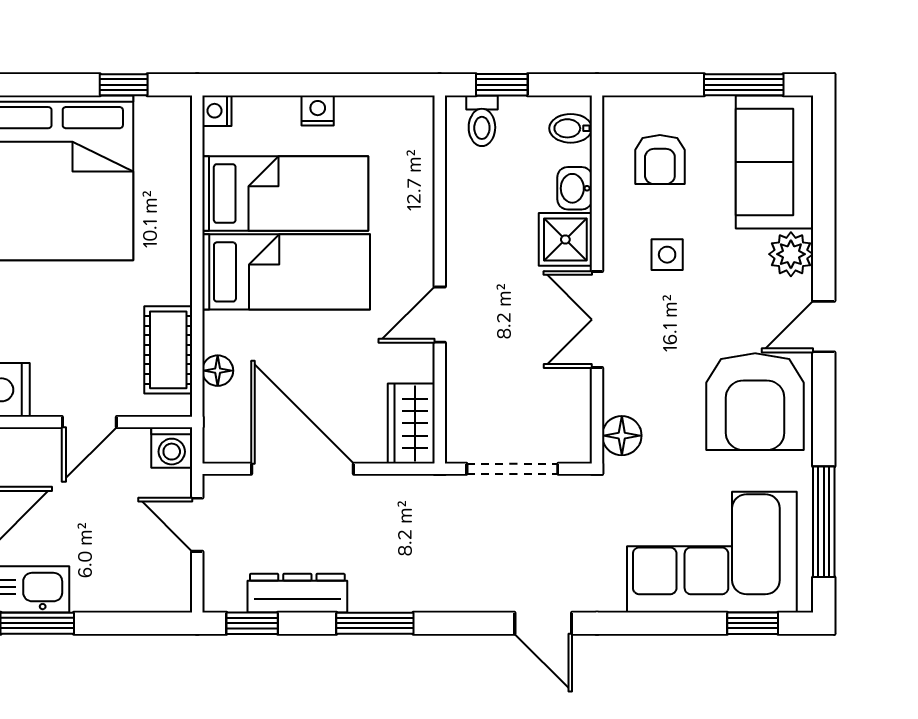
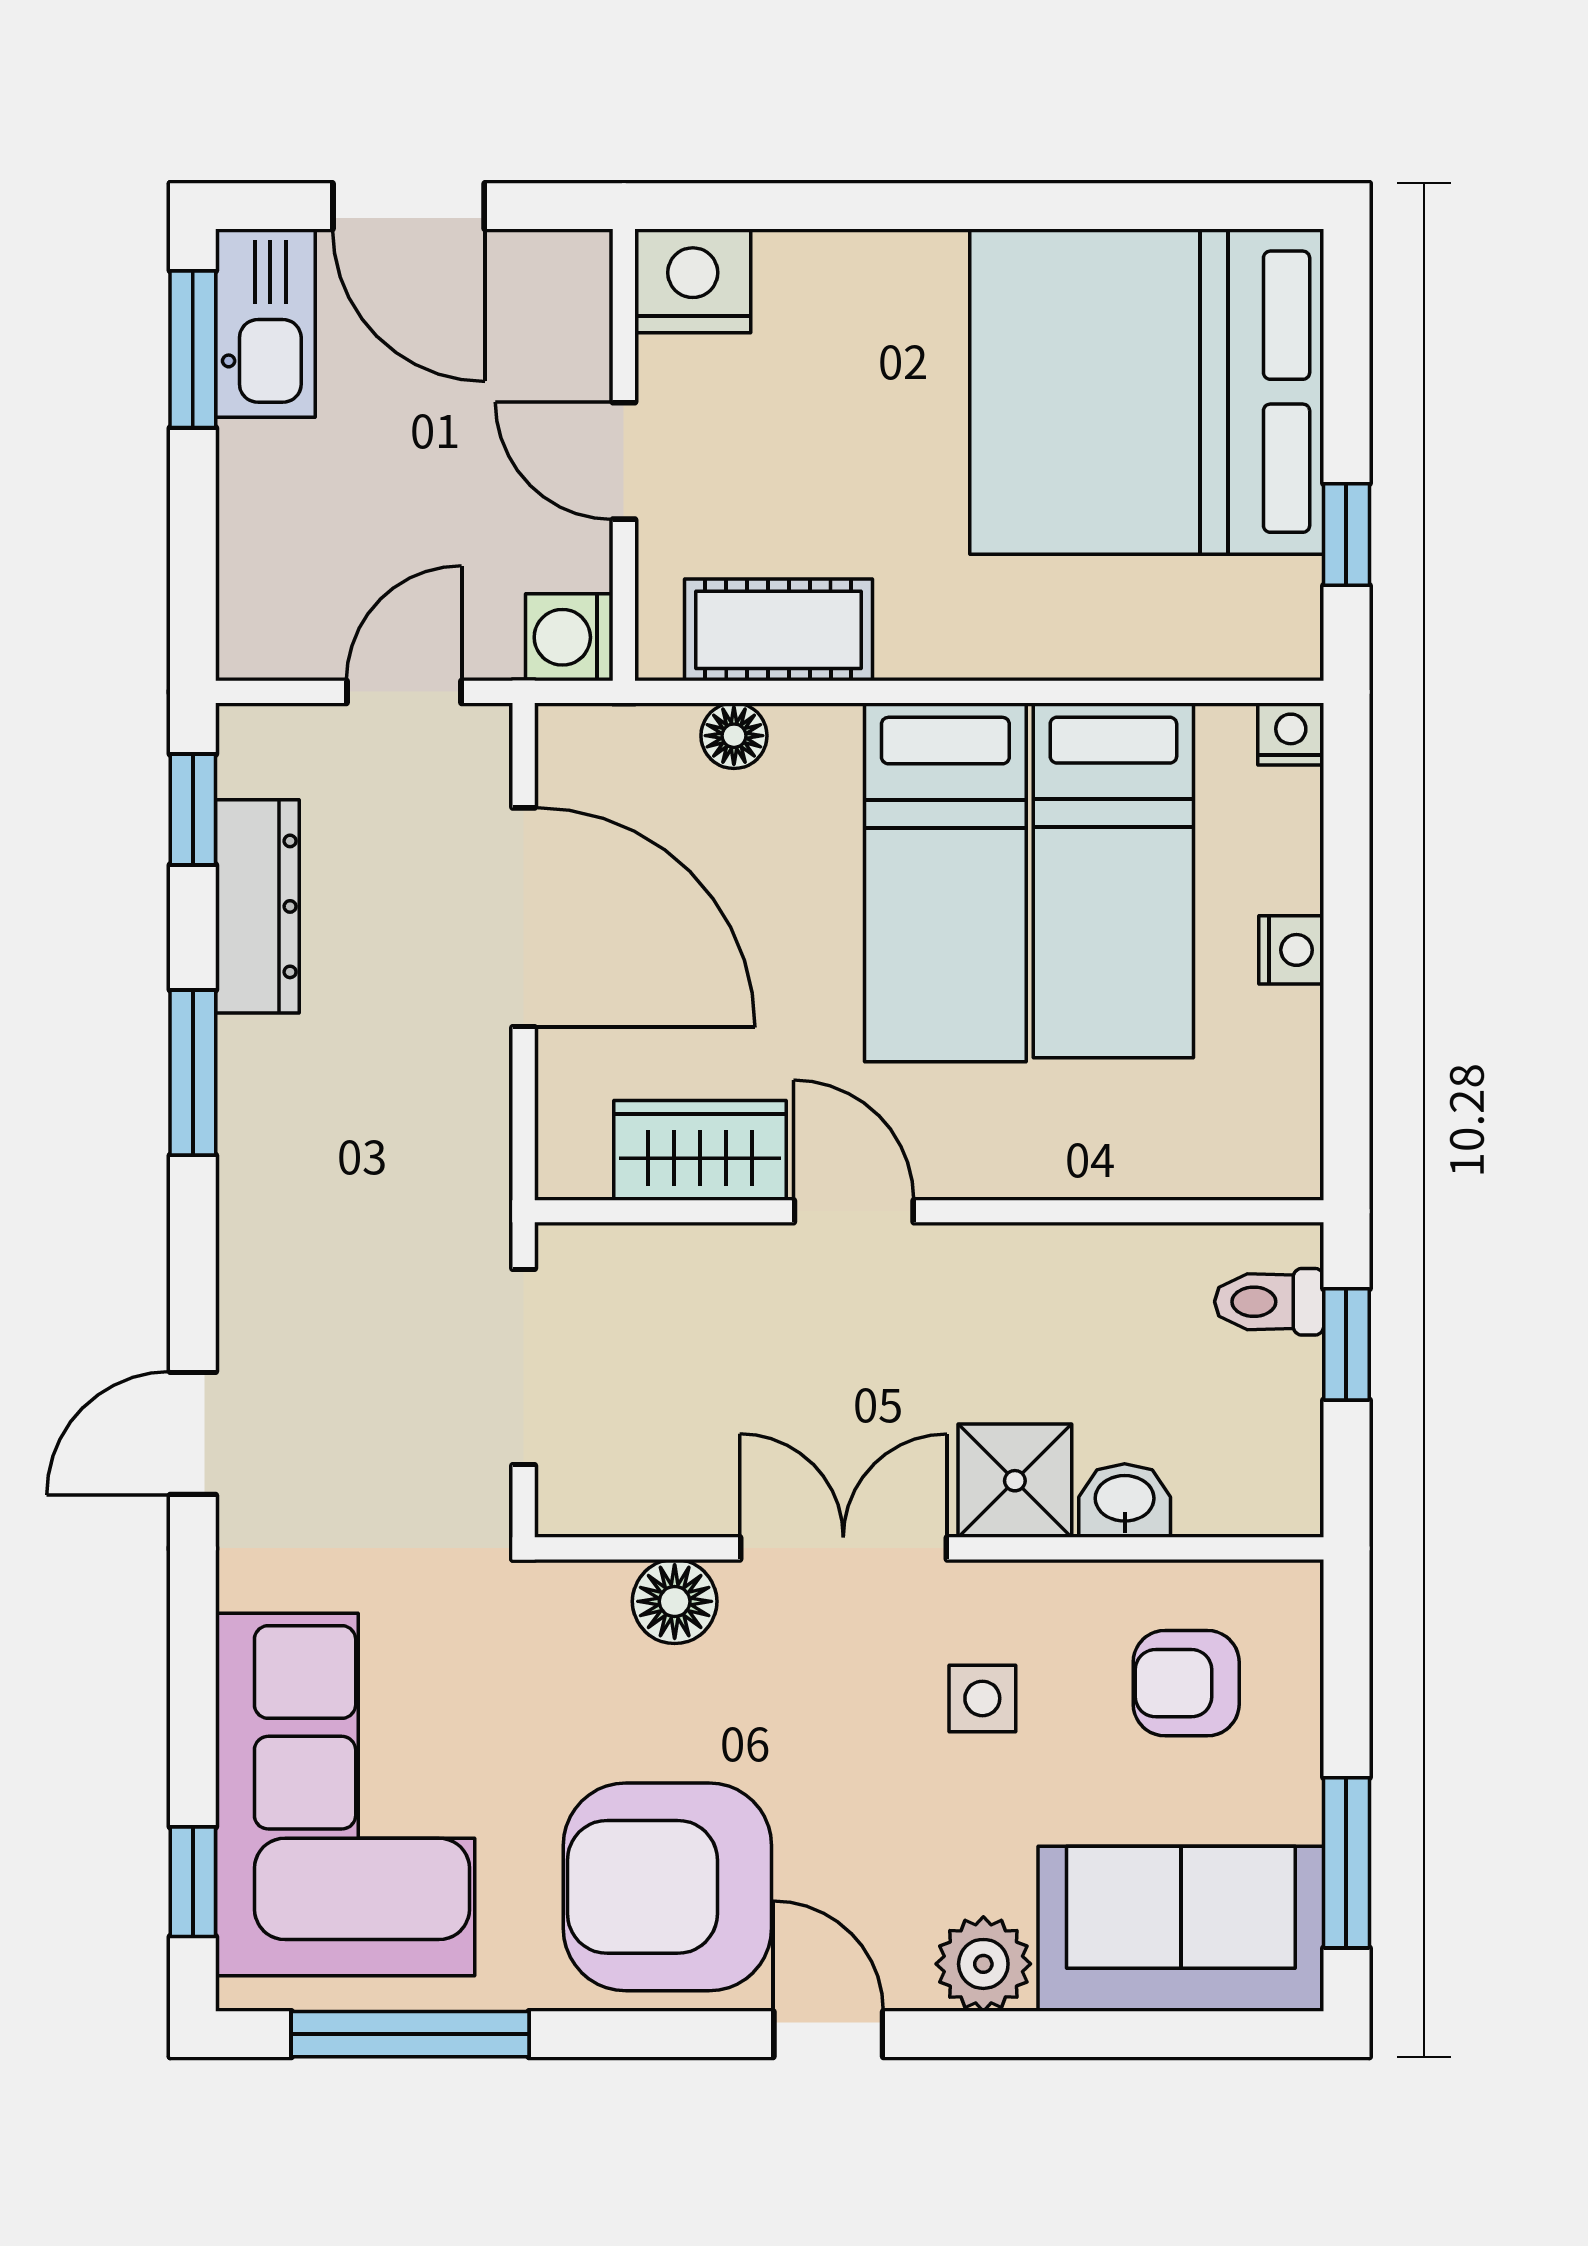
bidet: (571, 128) -> (1253, 1492), removed
wardrobe: (411, 423) -> (700, 1150), moved
floor lamp: (622, 436) -> (675, 1601), moved
door: (302, 469) -> (524, 917), hinge flipped

